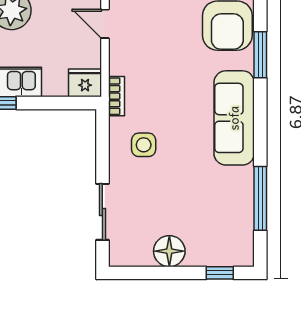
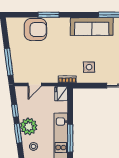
sofa: (234, 118) -> (92, 26), moved

